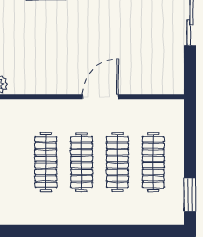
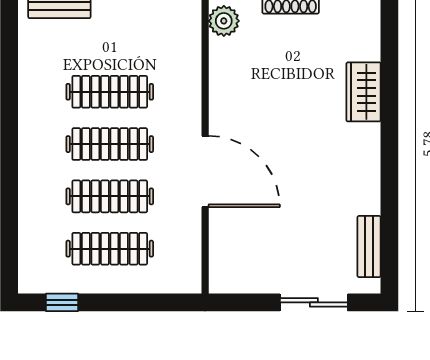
door: (100, 97) -> (205, 171), width x1.36
window: (190, 195) -> (62, 302), width x0.67

